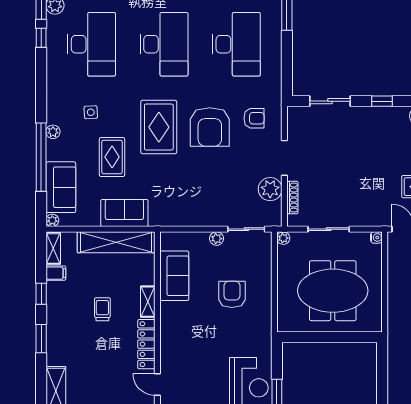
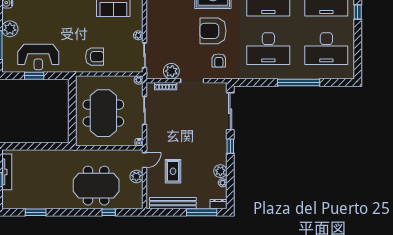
sliding door: (330, 101) -> (230, 111), width x1.37
armchair: (232, 294) -> (95, 57), moved

